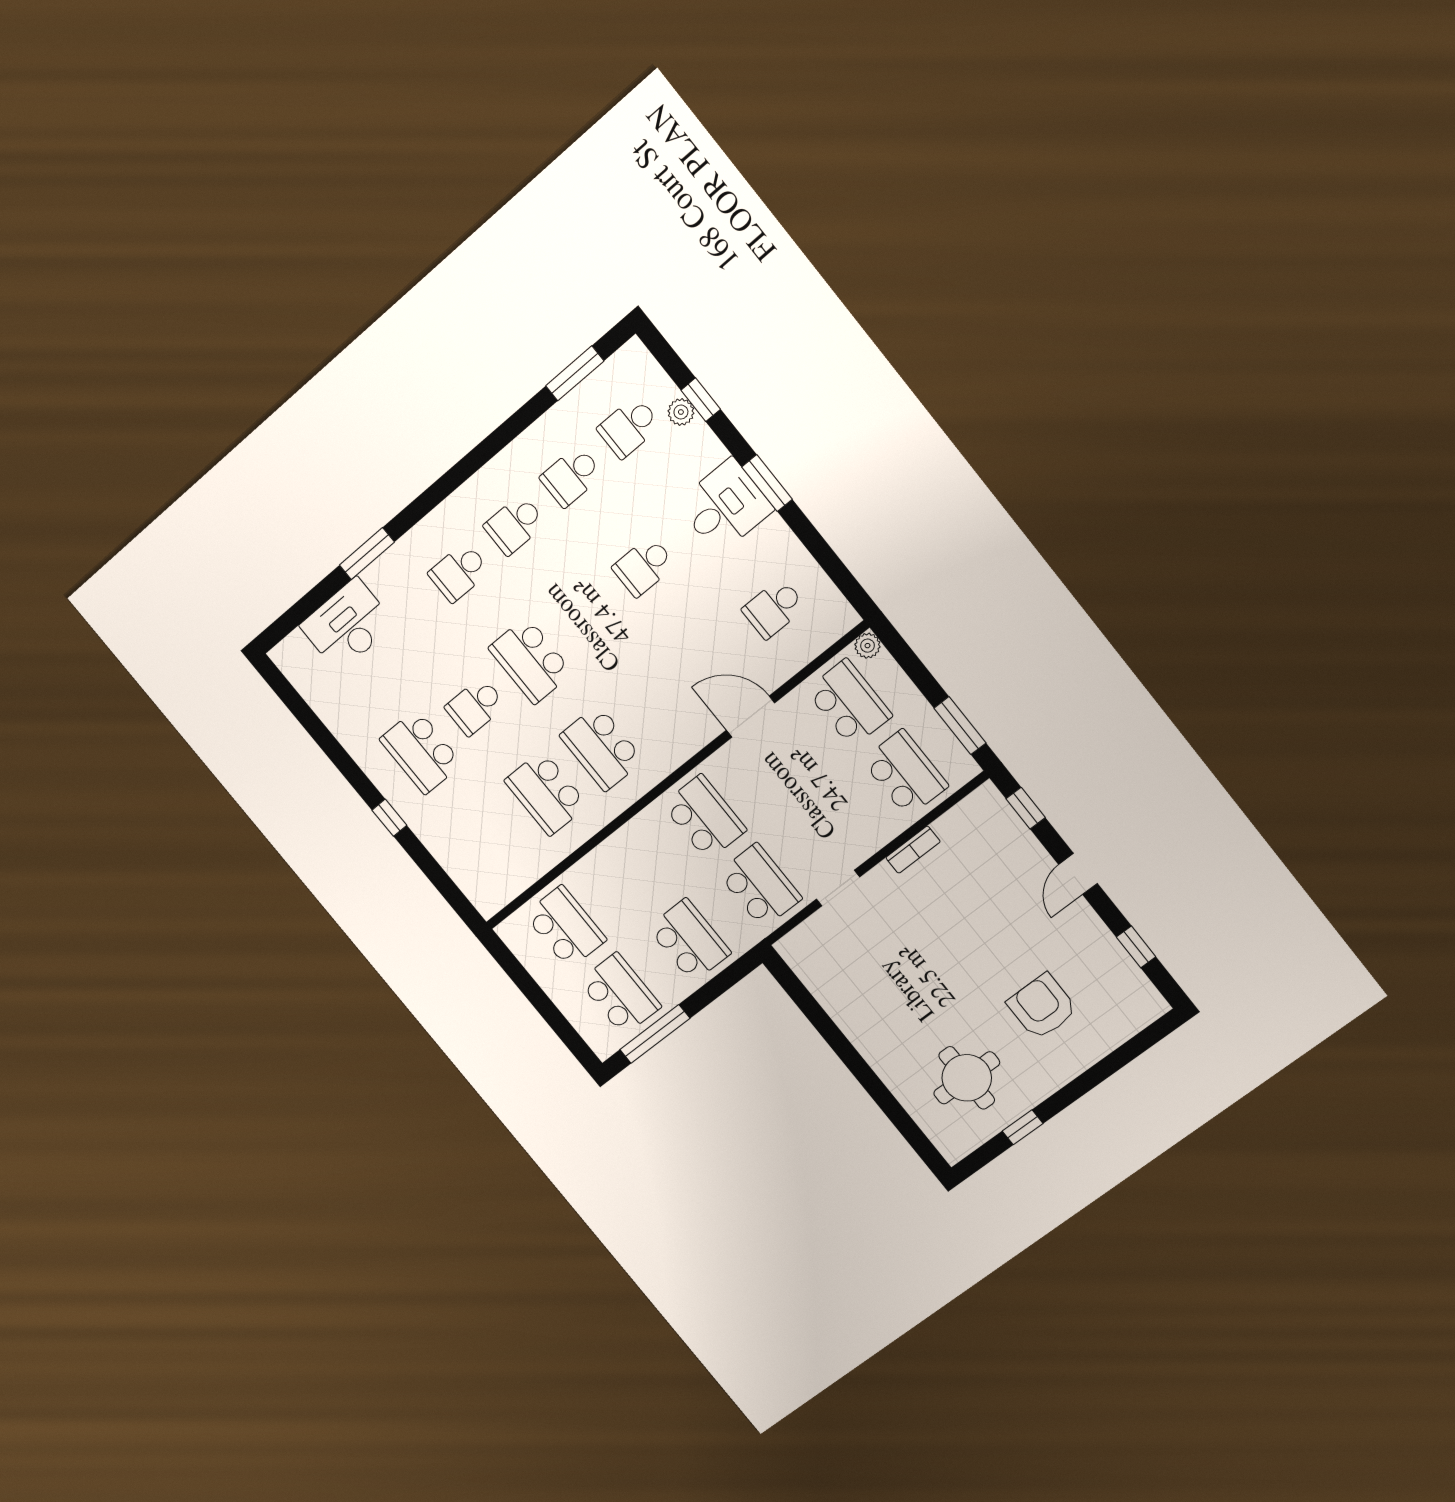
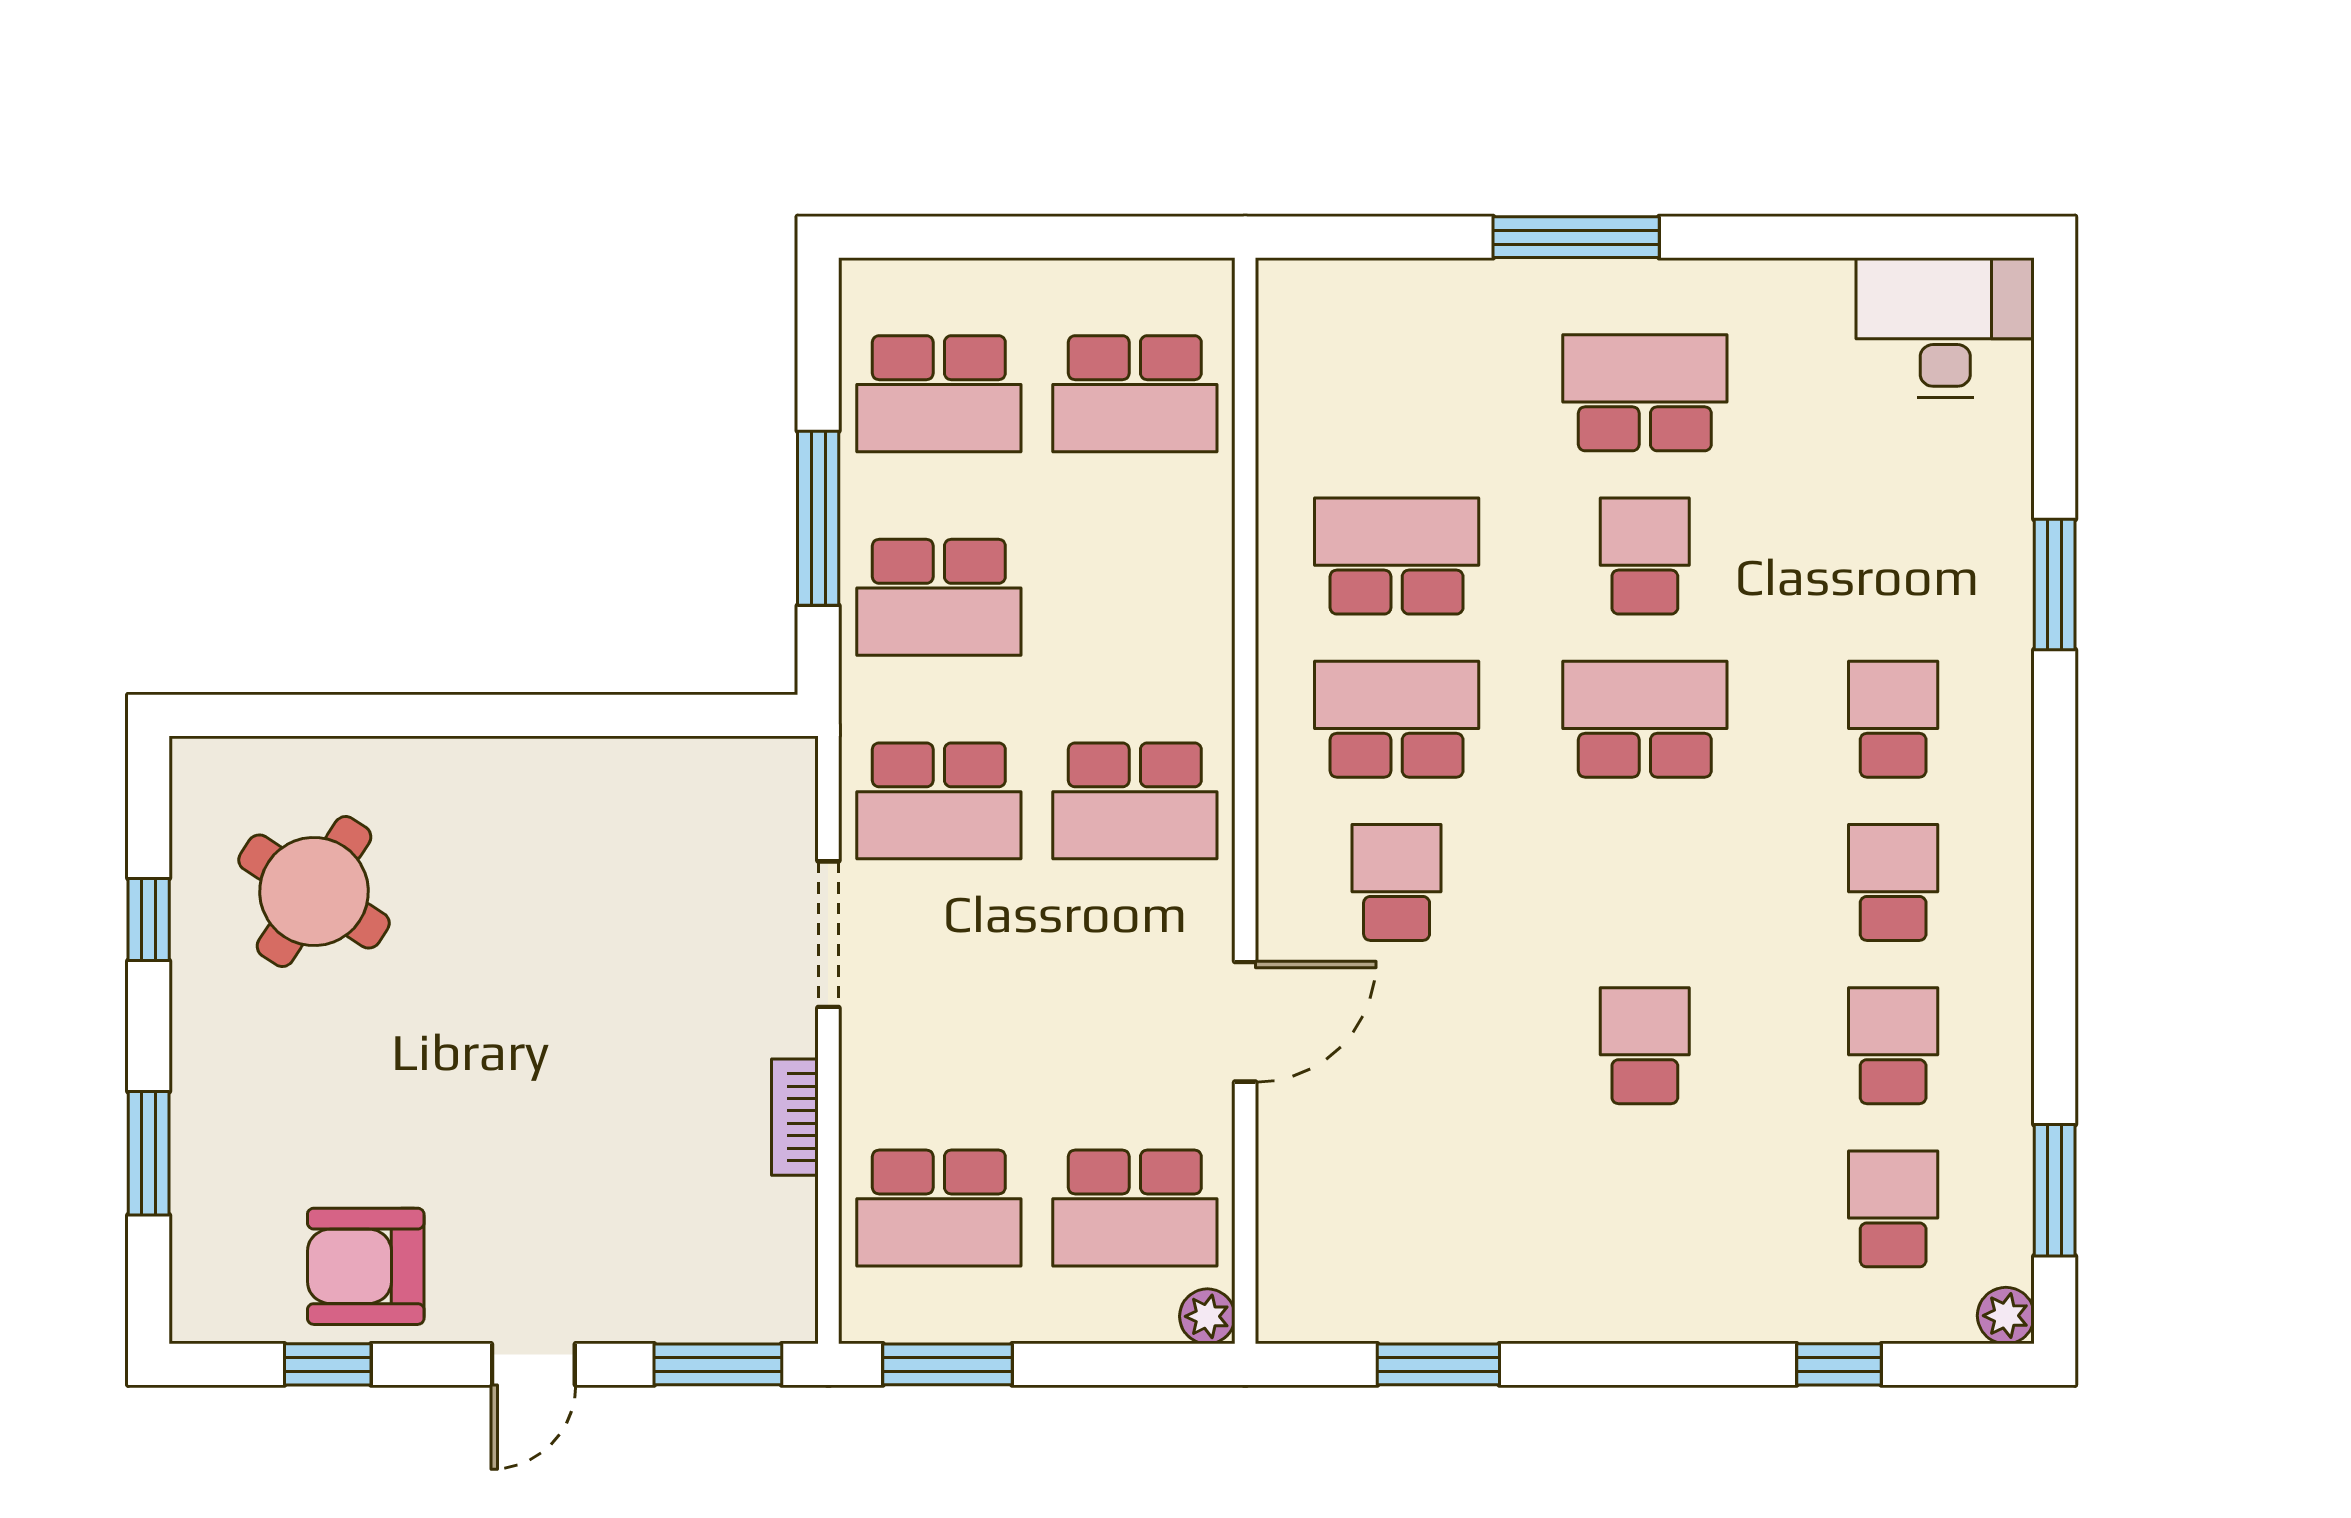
plant: (681, 412) -> (2006, 1316), moved
window: (767, 483) -> (1438, 1364), moved
desk: (725, 506) -> (1632, 1264), removed
school desk: (774, 608) -> (1397, 882), moved
desk: (347, 625) -> (1945, 328), moved, turned -90
window: (1026, 808) -> (718, 1364), width x1.50
window: (389, 818) -> (1576, 237), width x2.17
door: (1078, 874) -> (533, 1364), swing flipped
doorway: (838, 888) -> (828, 934), width x1.38
armchair: (1042, 1007) -> (366, 1266), moved, turned 180
window: (655, 1034) -> (818, 518), moved
window: (1108, 1066) -> (149, 1153), added
round table: (967, 1078) -> (314, 892), turned 33

